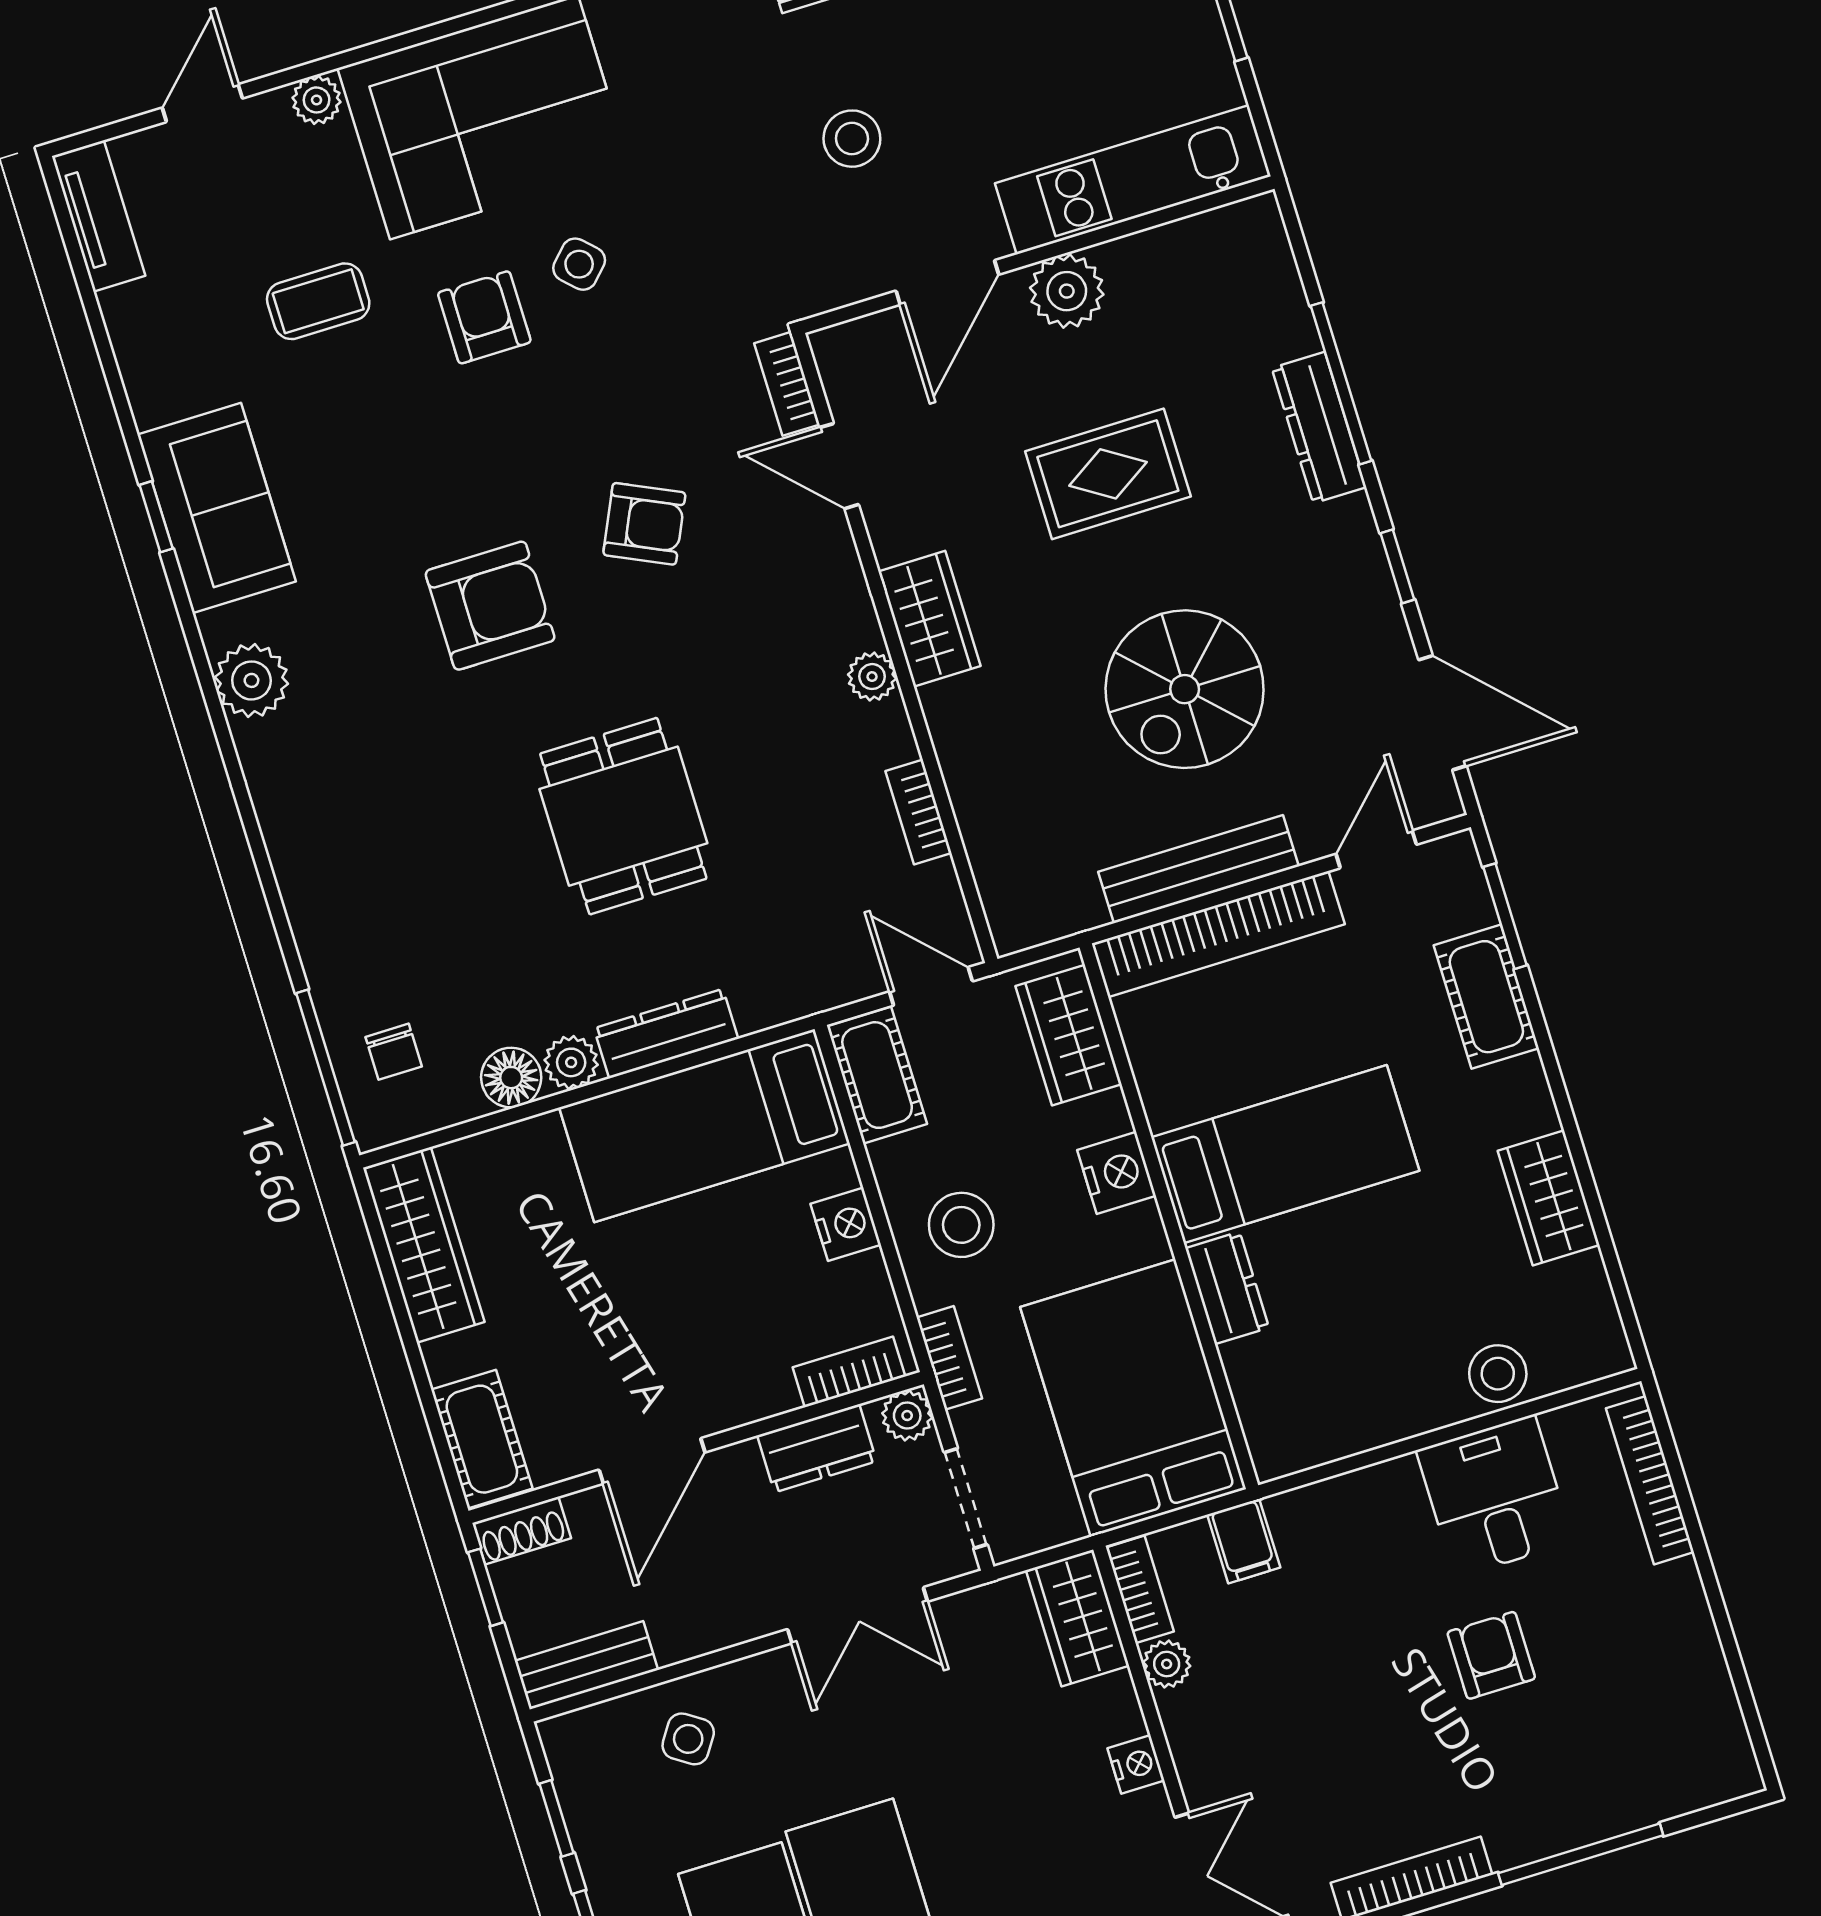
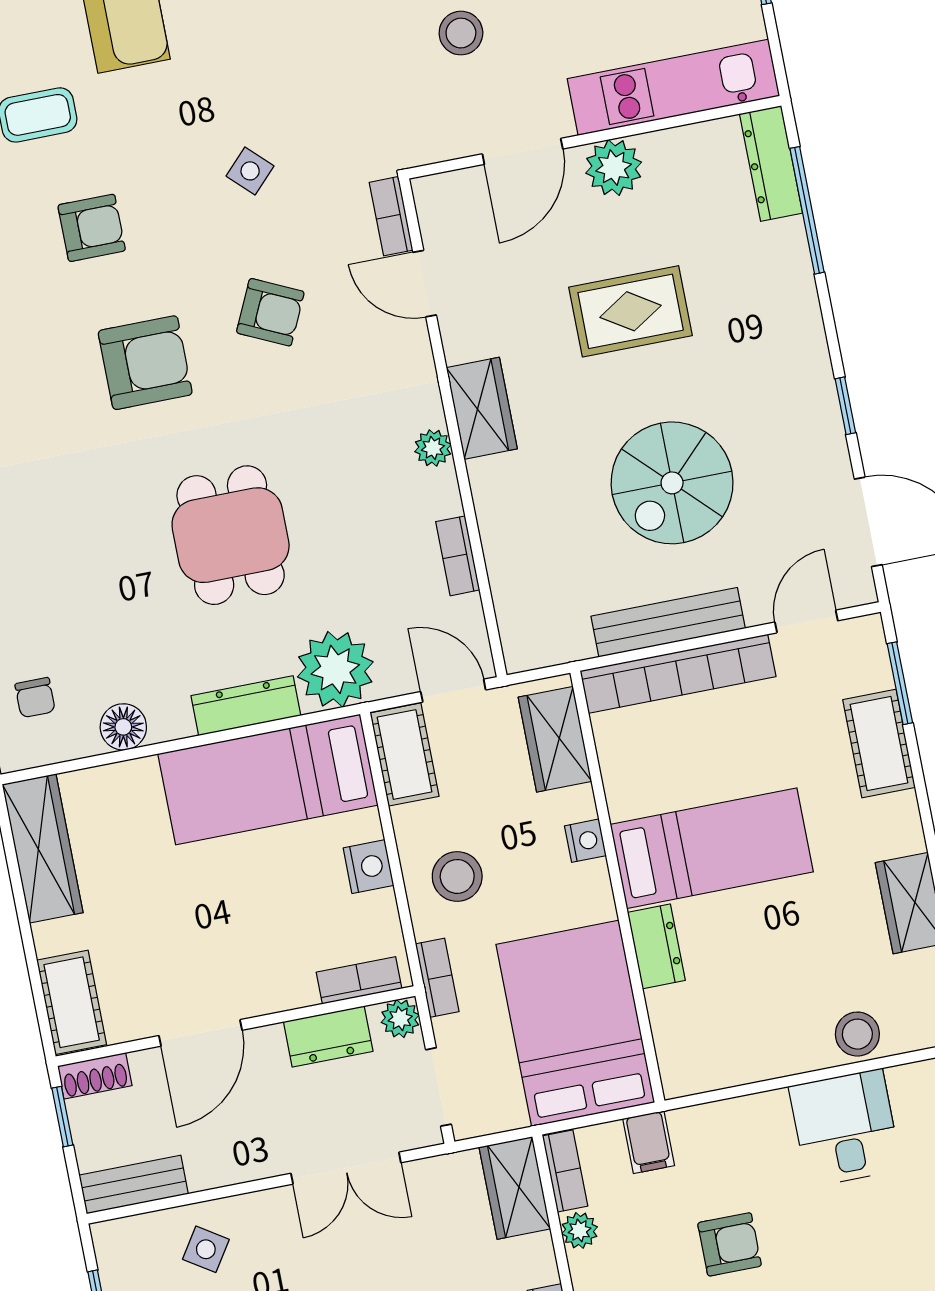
side table: (579, 264) -> (250, 171), moved
armchair: (484, 317) -> (92, 228), moved, turned 90
window: (1341, 383) -> (807, 210), moved
dresser: (1319, 428) -> (771, 164), moved
plant: (571, 1062) -> (335, 669), moved, width x1.87, depth x1.87
nightstand: (1117, 1173) -> (585, 841), width x0.72, depth x0.74
armchair: (1491, 1655) -> (730, 1244), moved, turned 90

